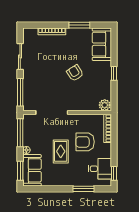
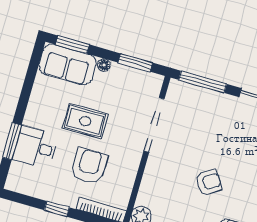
window: (20, 133) -> (136, 63), width x0.69
desk: (100, 169) -> (35, 147), moved, turned 90
window: (114, 173) -> (57, 209), moved

